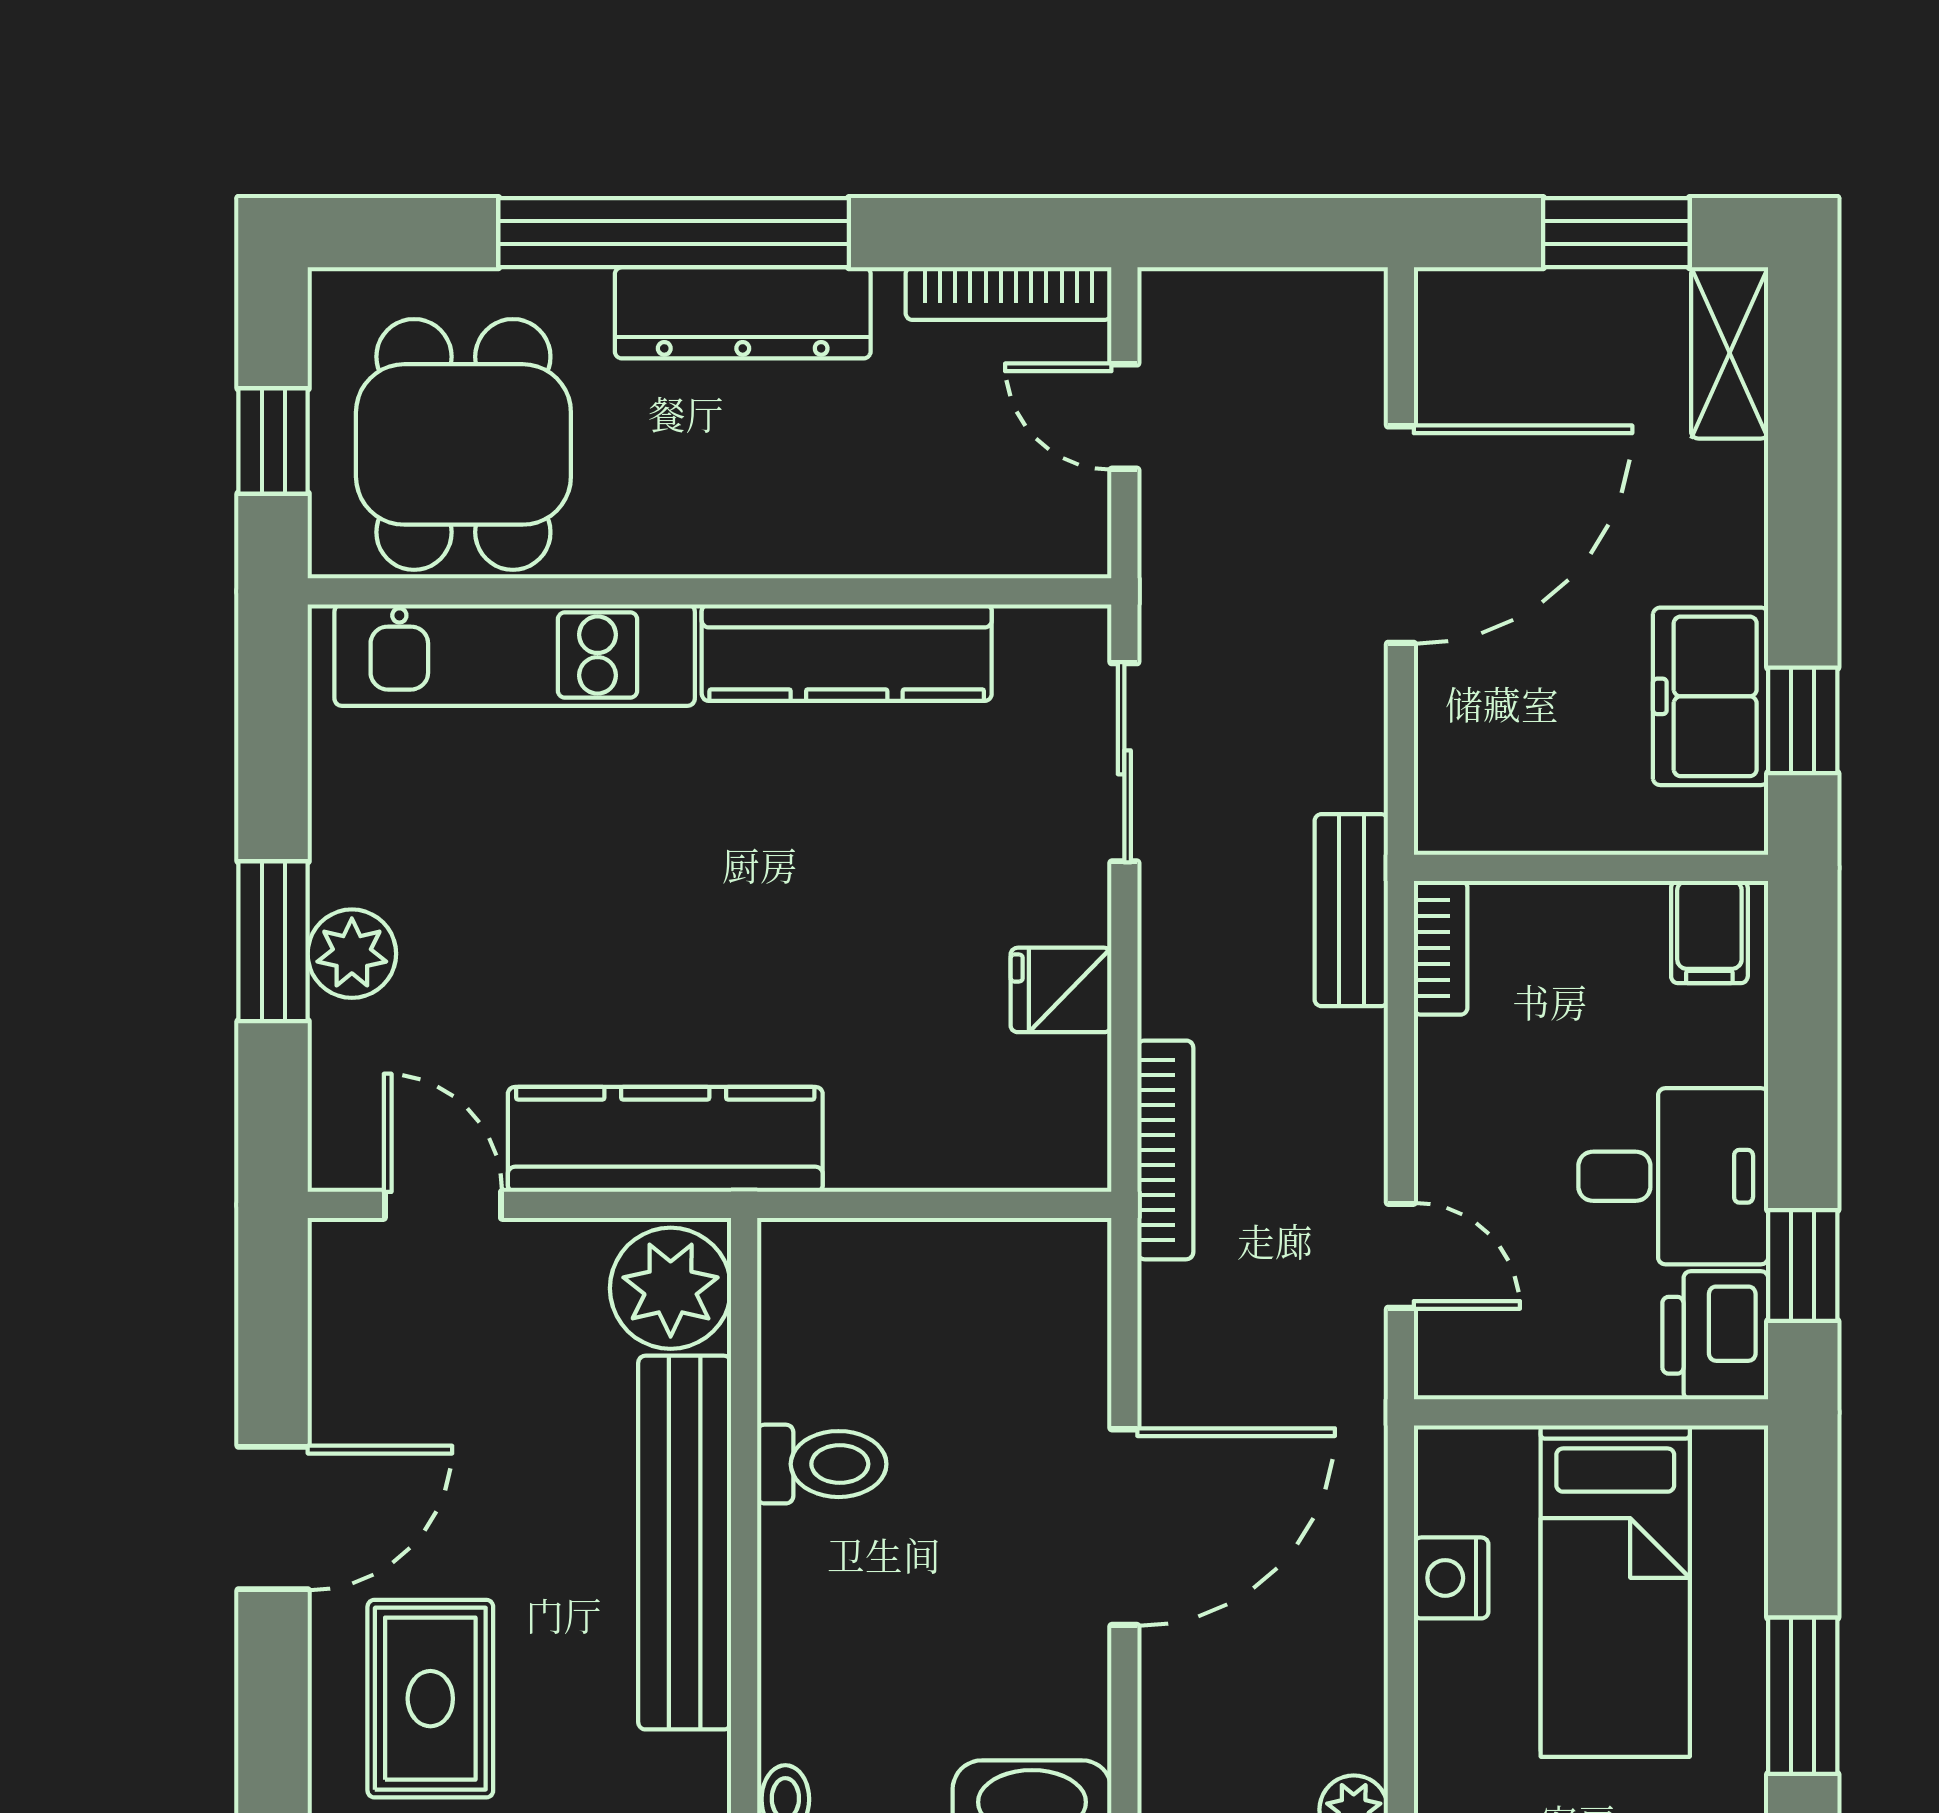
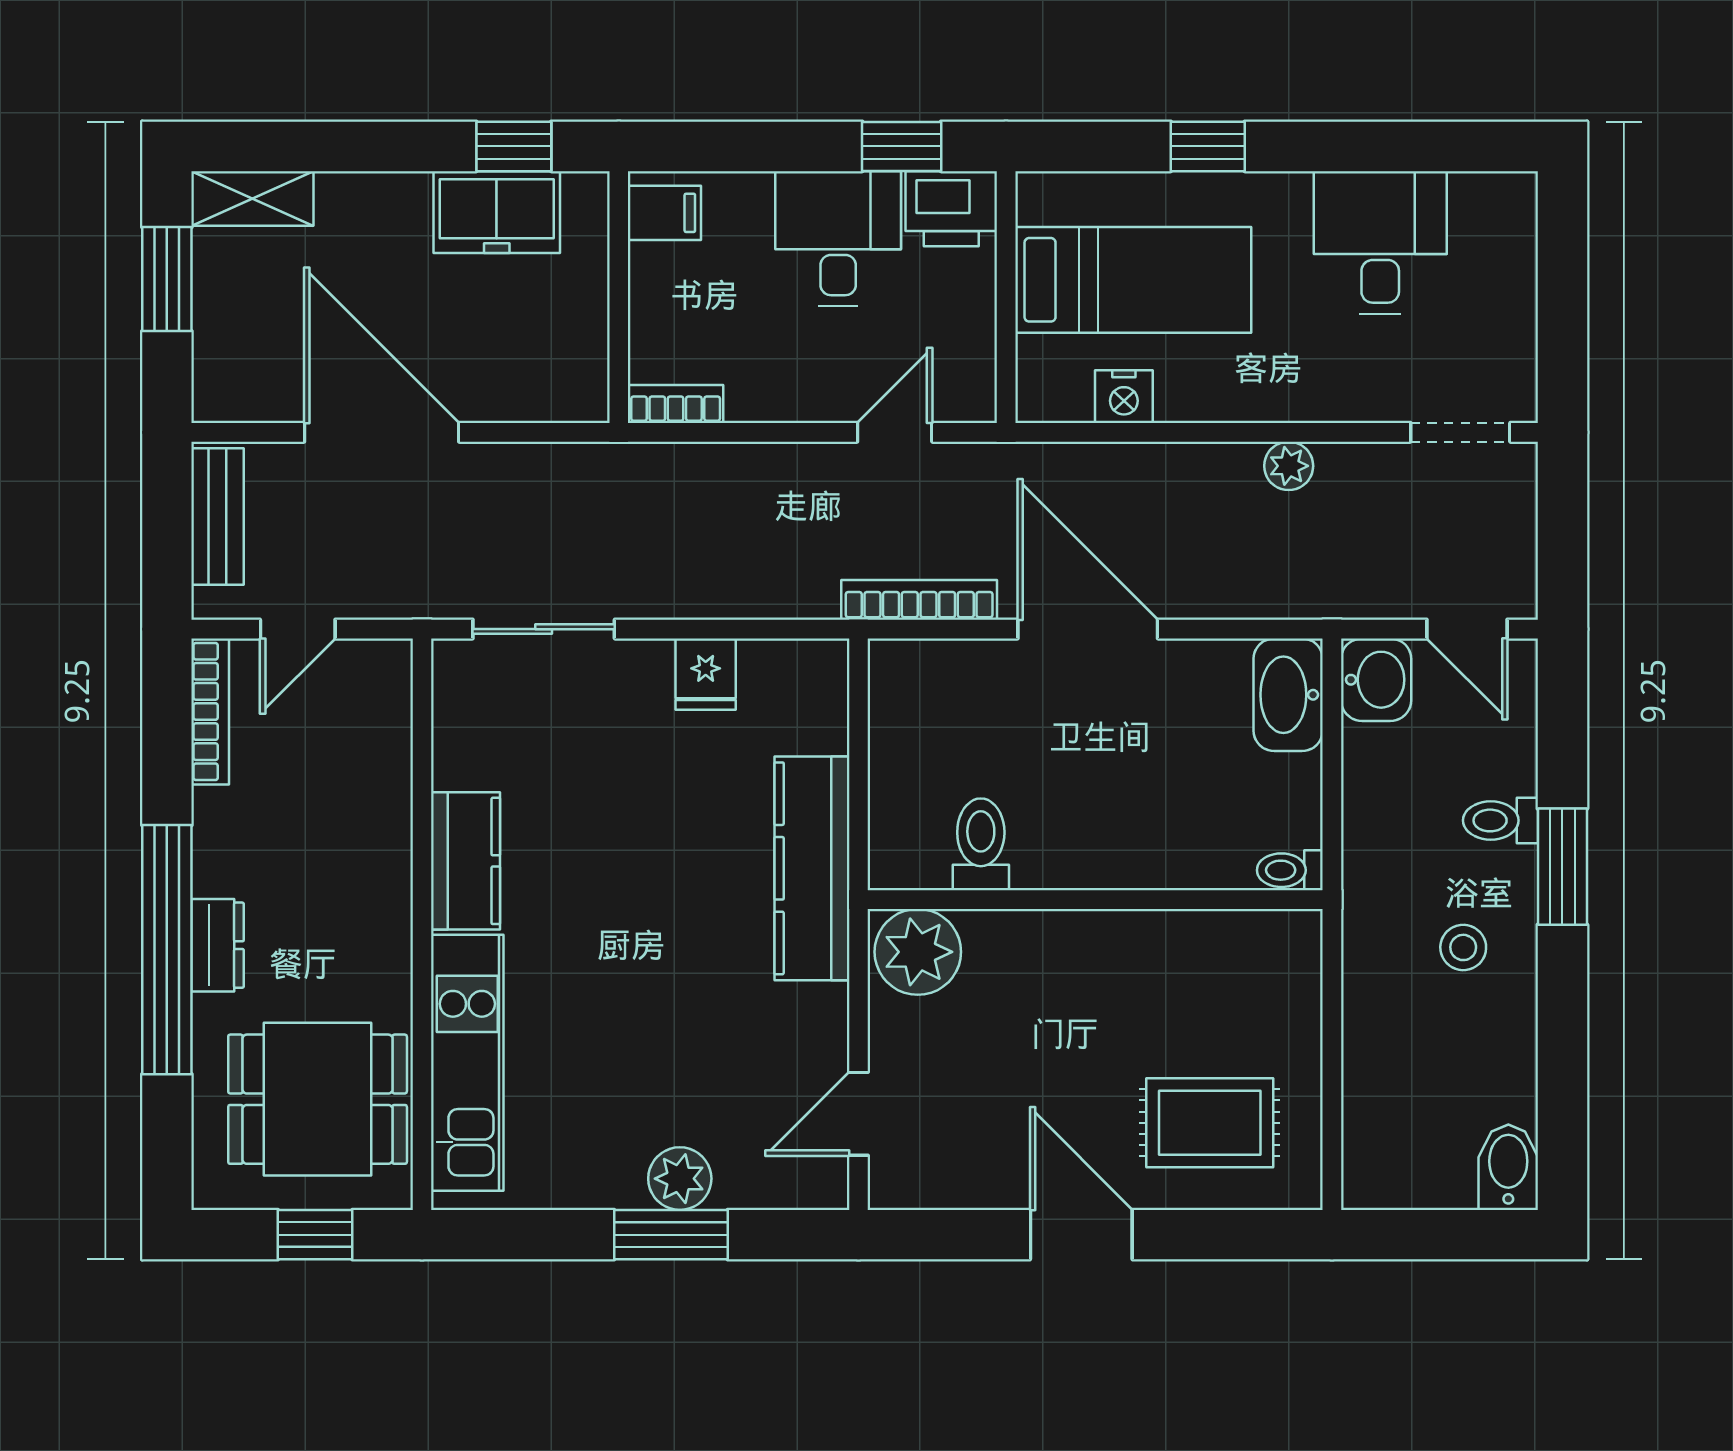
dresser: (743, 313) -> (218, 945), width x0.51, depth x0.80
kitchen counter: (847, 653) -> (466, 861), width x0.67
bench: (1351, 910) -> (218, 517), moved, turned 90
kitchen counter: (665, 1139) -> (812, 868), moved
bookcase: (1165, 1150) -> (919, 600), moved
toilet: (822, 1464) -> (981, 844), moved
bench: (685, 1543) -> (1099, 942), removed
window: (1803, 1696) -> (1208, 146), width x0.67

